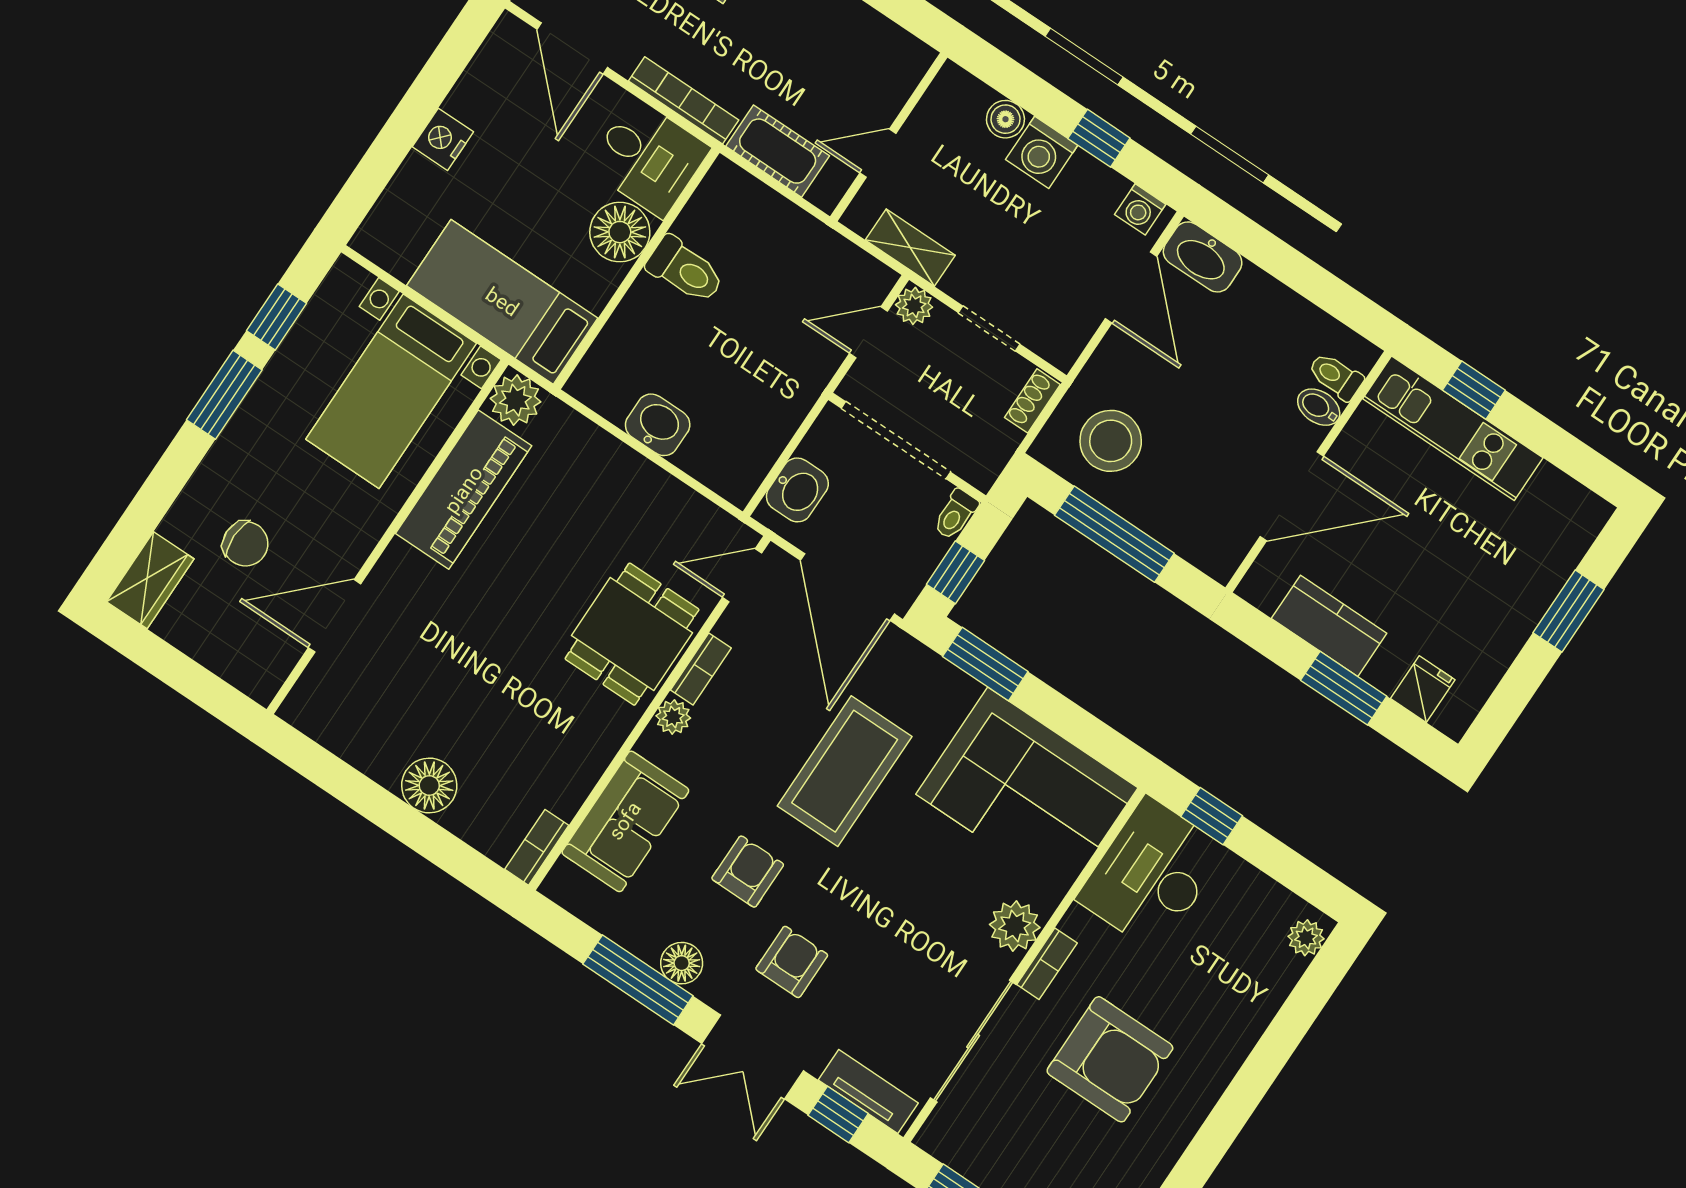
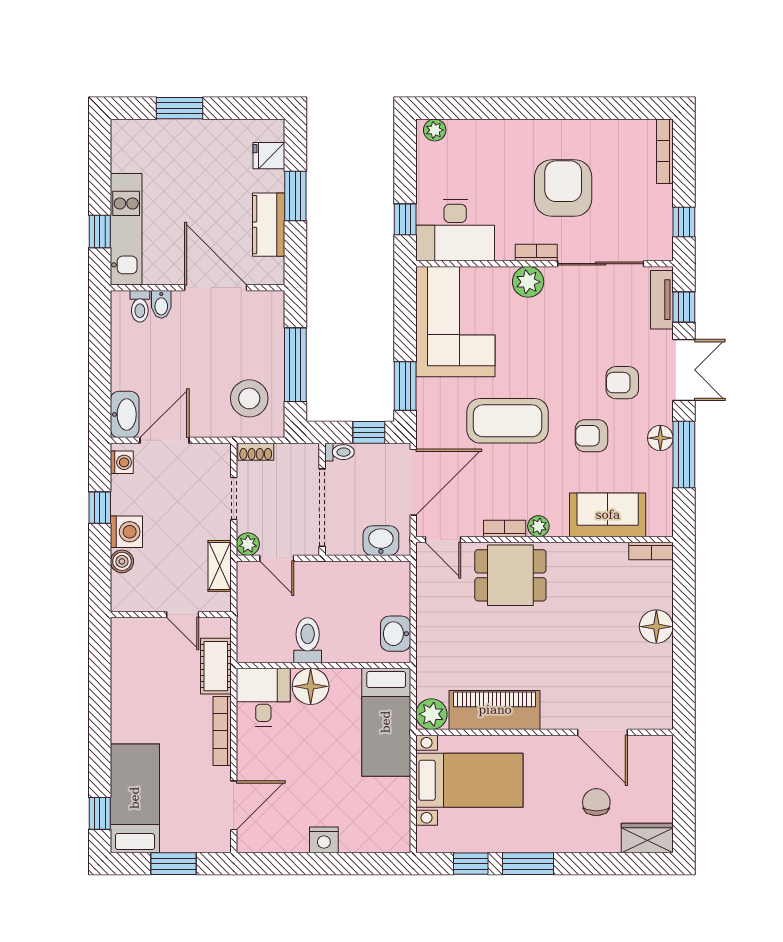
desk: (648, 158) -> (263, 697), moved
floor lamp: (620, 232) -> (311, 686), moved
wall: (637, 269) -> (323, 665), moved
toilet: (685, 270) -> (308, 640), moved
bed: (502, 302) -> (386, 722), moved

